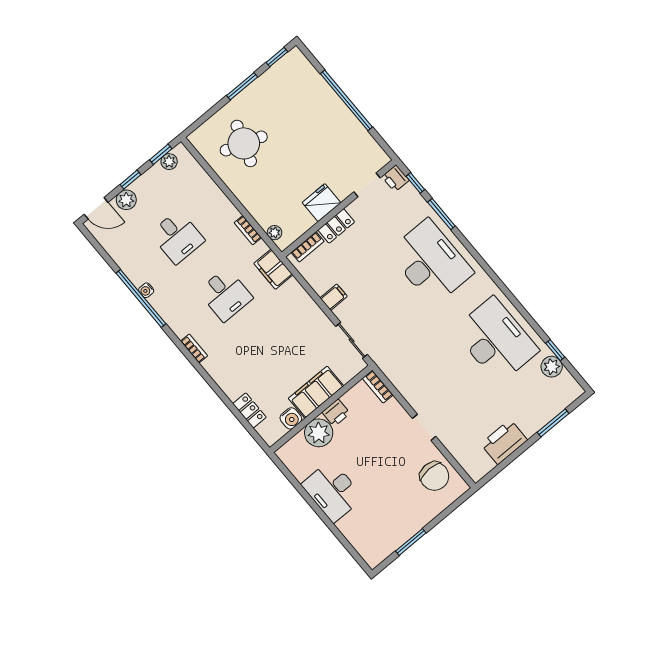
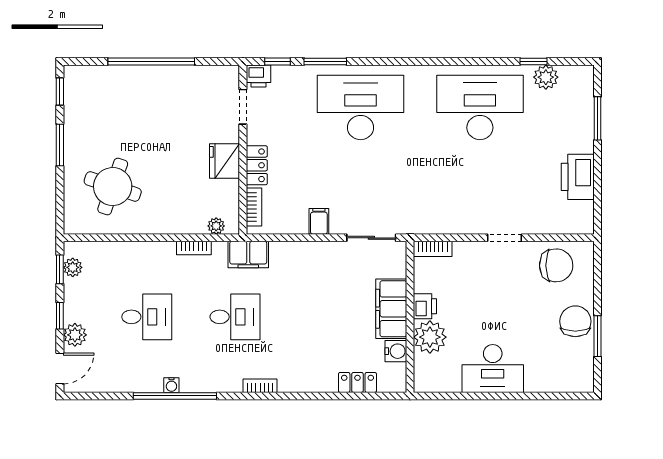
chair: (408, 519) -> (575, 321), added

